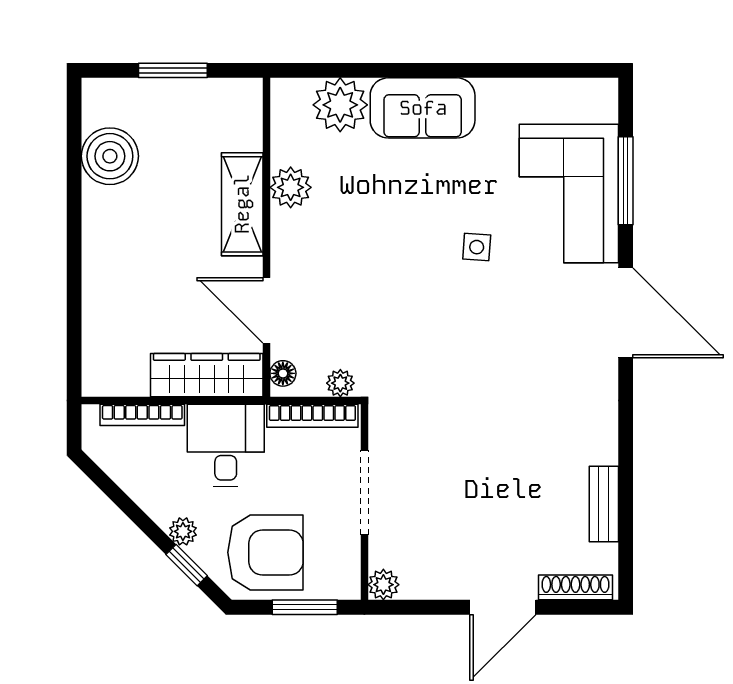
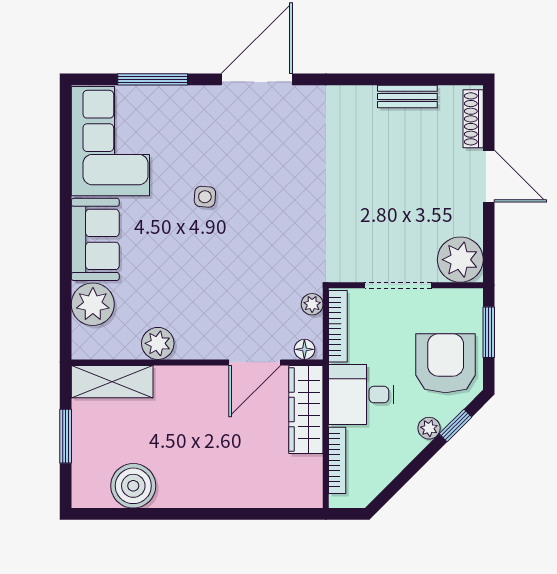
corner sofa: (569, 194) -> (110, 141), moved, turned -90
shelving: (242, 204) -> (112, 382), moved
plant: (383, 585) -> (460, 260), width x1.87, depth x1.87

